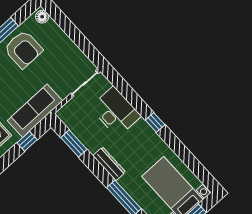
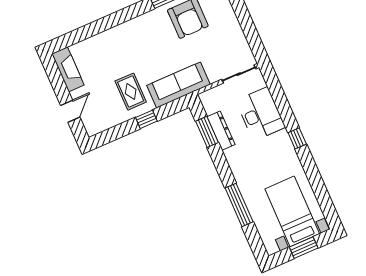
window: (27, 141) -> (146, 119), moved
dresser: (109, 164) -> (221, 131), moved

